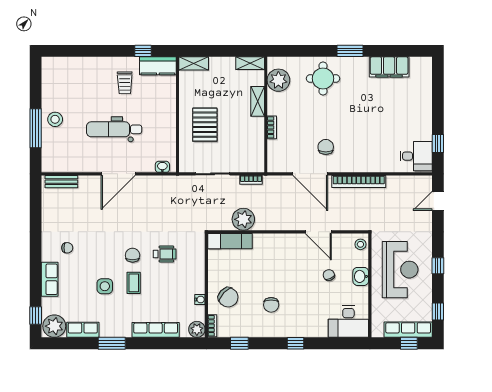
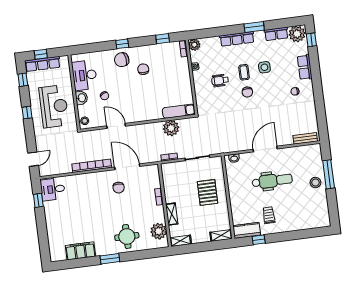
wheelchair: (165, 254) -> (220, 80), moved
reception desk: (400, 270) -> (54, 106), turned 180
chair: (228, 297) -> (122, 60), moved, turned -53
desk: (348, 322) -> (84, 75), moved, turned -90
row of seats: (156, 330) -> (237, 39), moved

